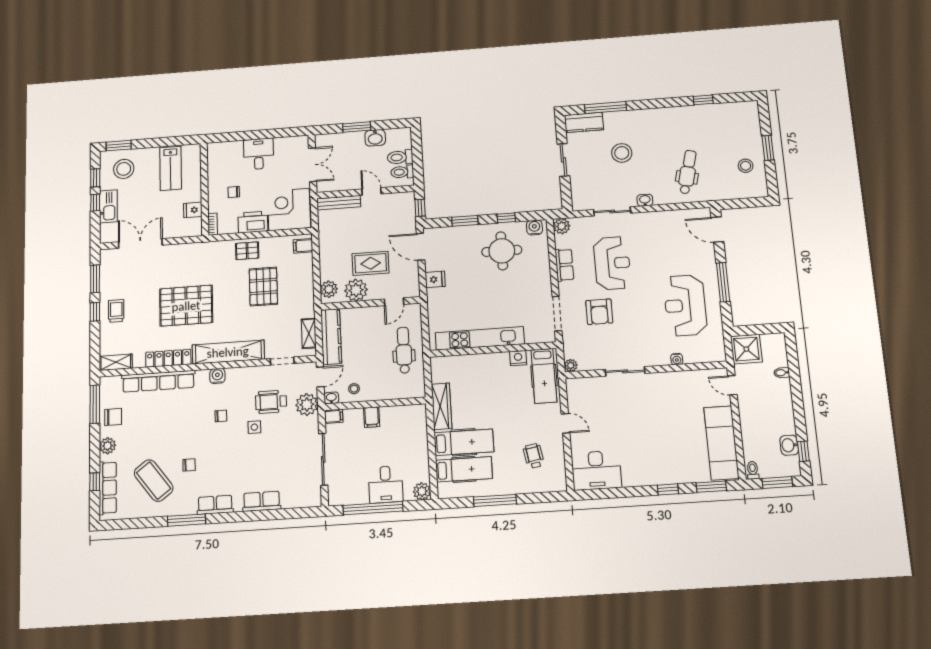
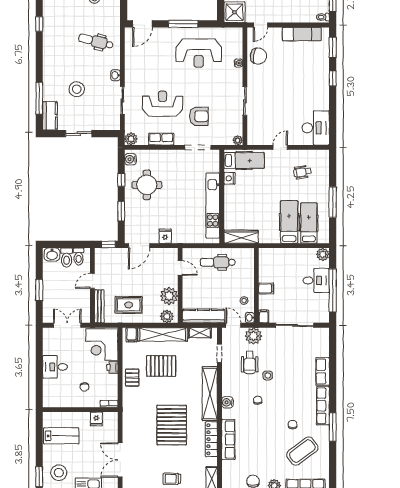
washbasin: (375, 138) -> (52, 254), moved, turned 90
printer: (253, 222) -> (112, 367), width x0.53, depth x0.68
rug: (371, 263) -> (129, 305), moved, turned 90
shelving: (305, 285) -> (163, 334), added
row of seats: (158, 381) -> (228, 440), width x0.73
chair: (689, 385) -> (258, 56), added
wardrobe: (442, 406) -> (241, 237), moved
exam couch: (721, 443) -> (302, 34), width x0.73, depth x0.69
row of seats: (215, 505) -> (323, 406), width x1.48

